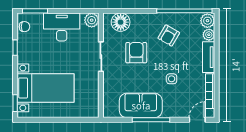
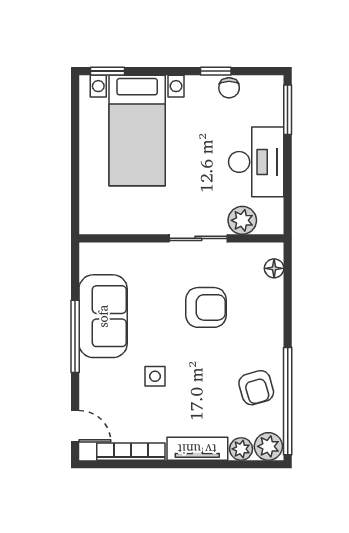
plant: (92, 20) -> (242, 220), moved
floor lamp: (121, 22) -> (274, 268), width x0.53, depth x0.53
chair: (24, 27) -> (229, 88), moved
armchair: (169, 36) -> (256, 388), moved, turned -136

